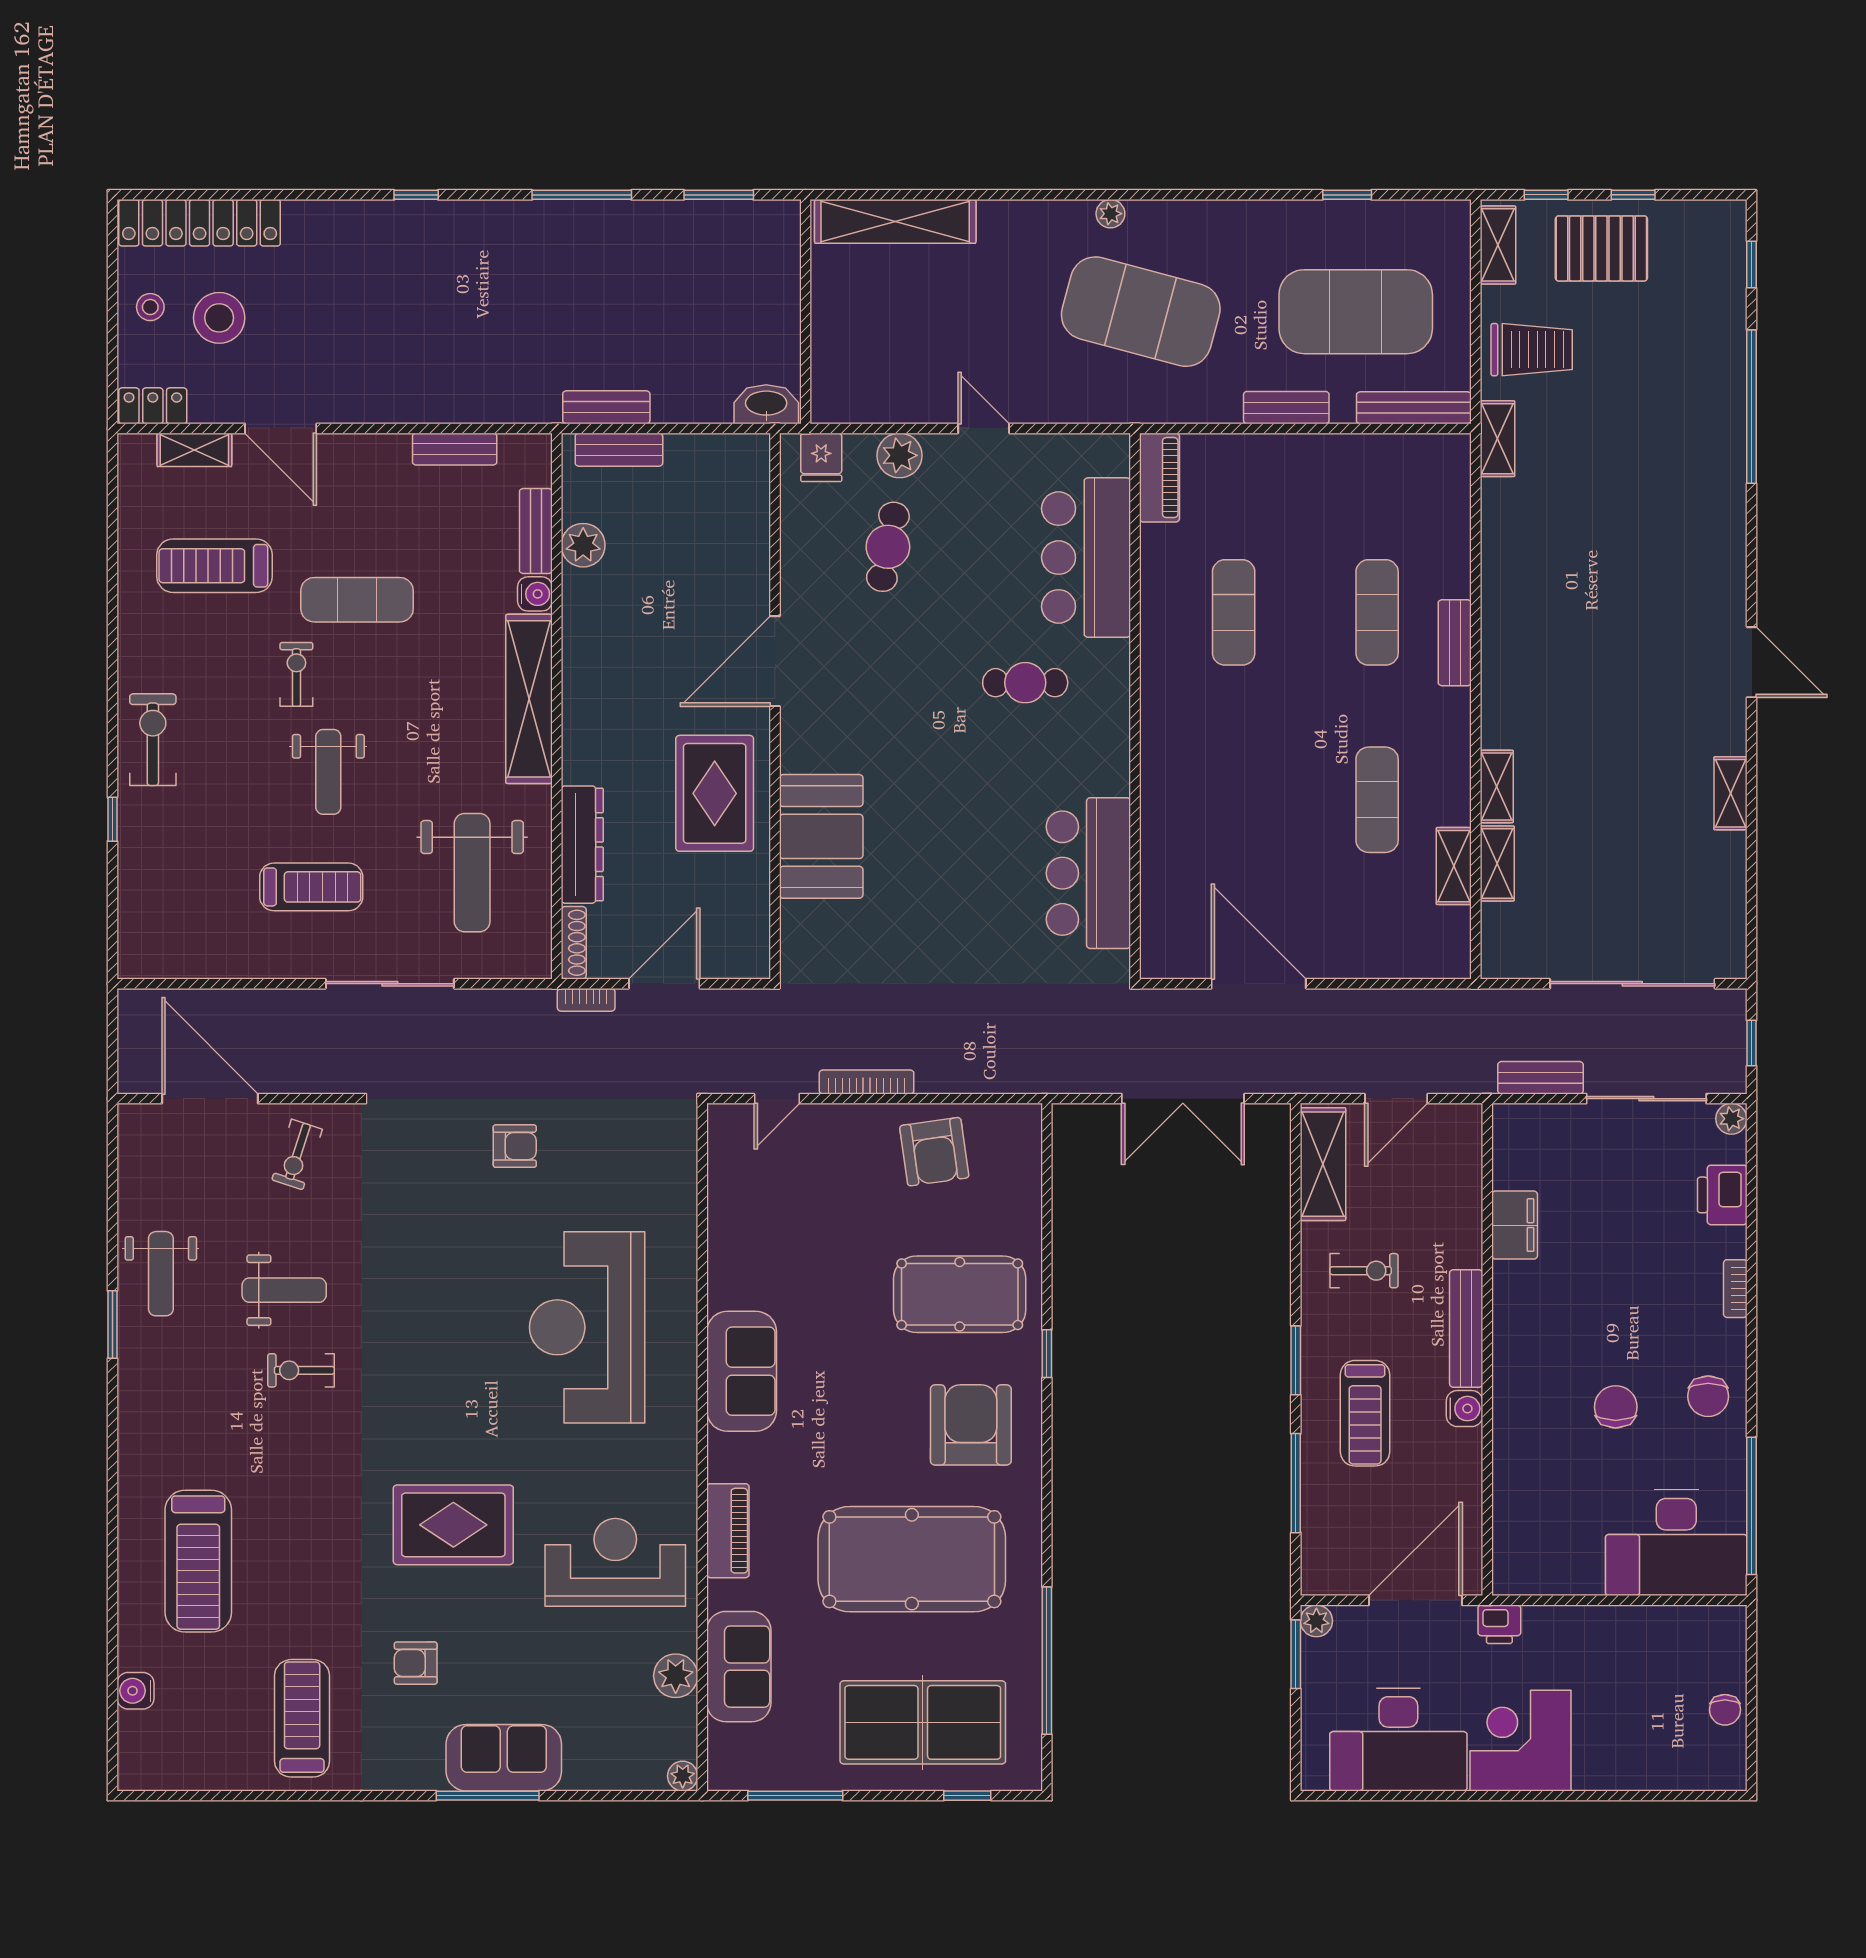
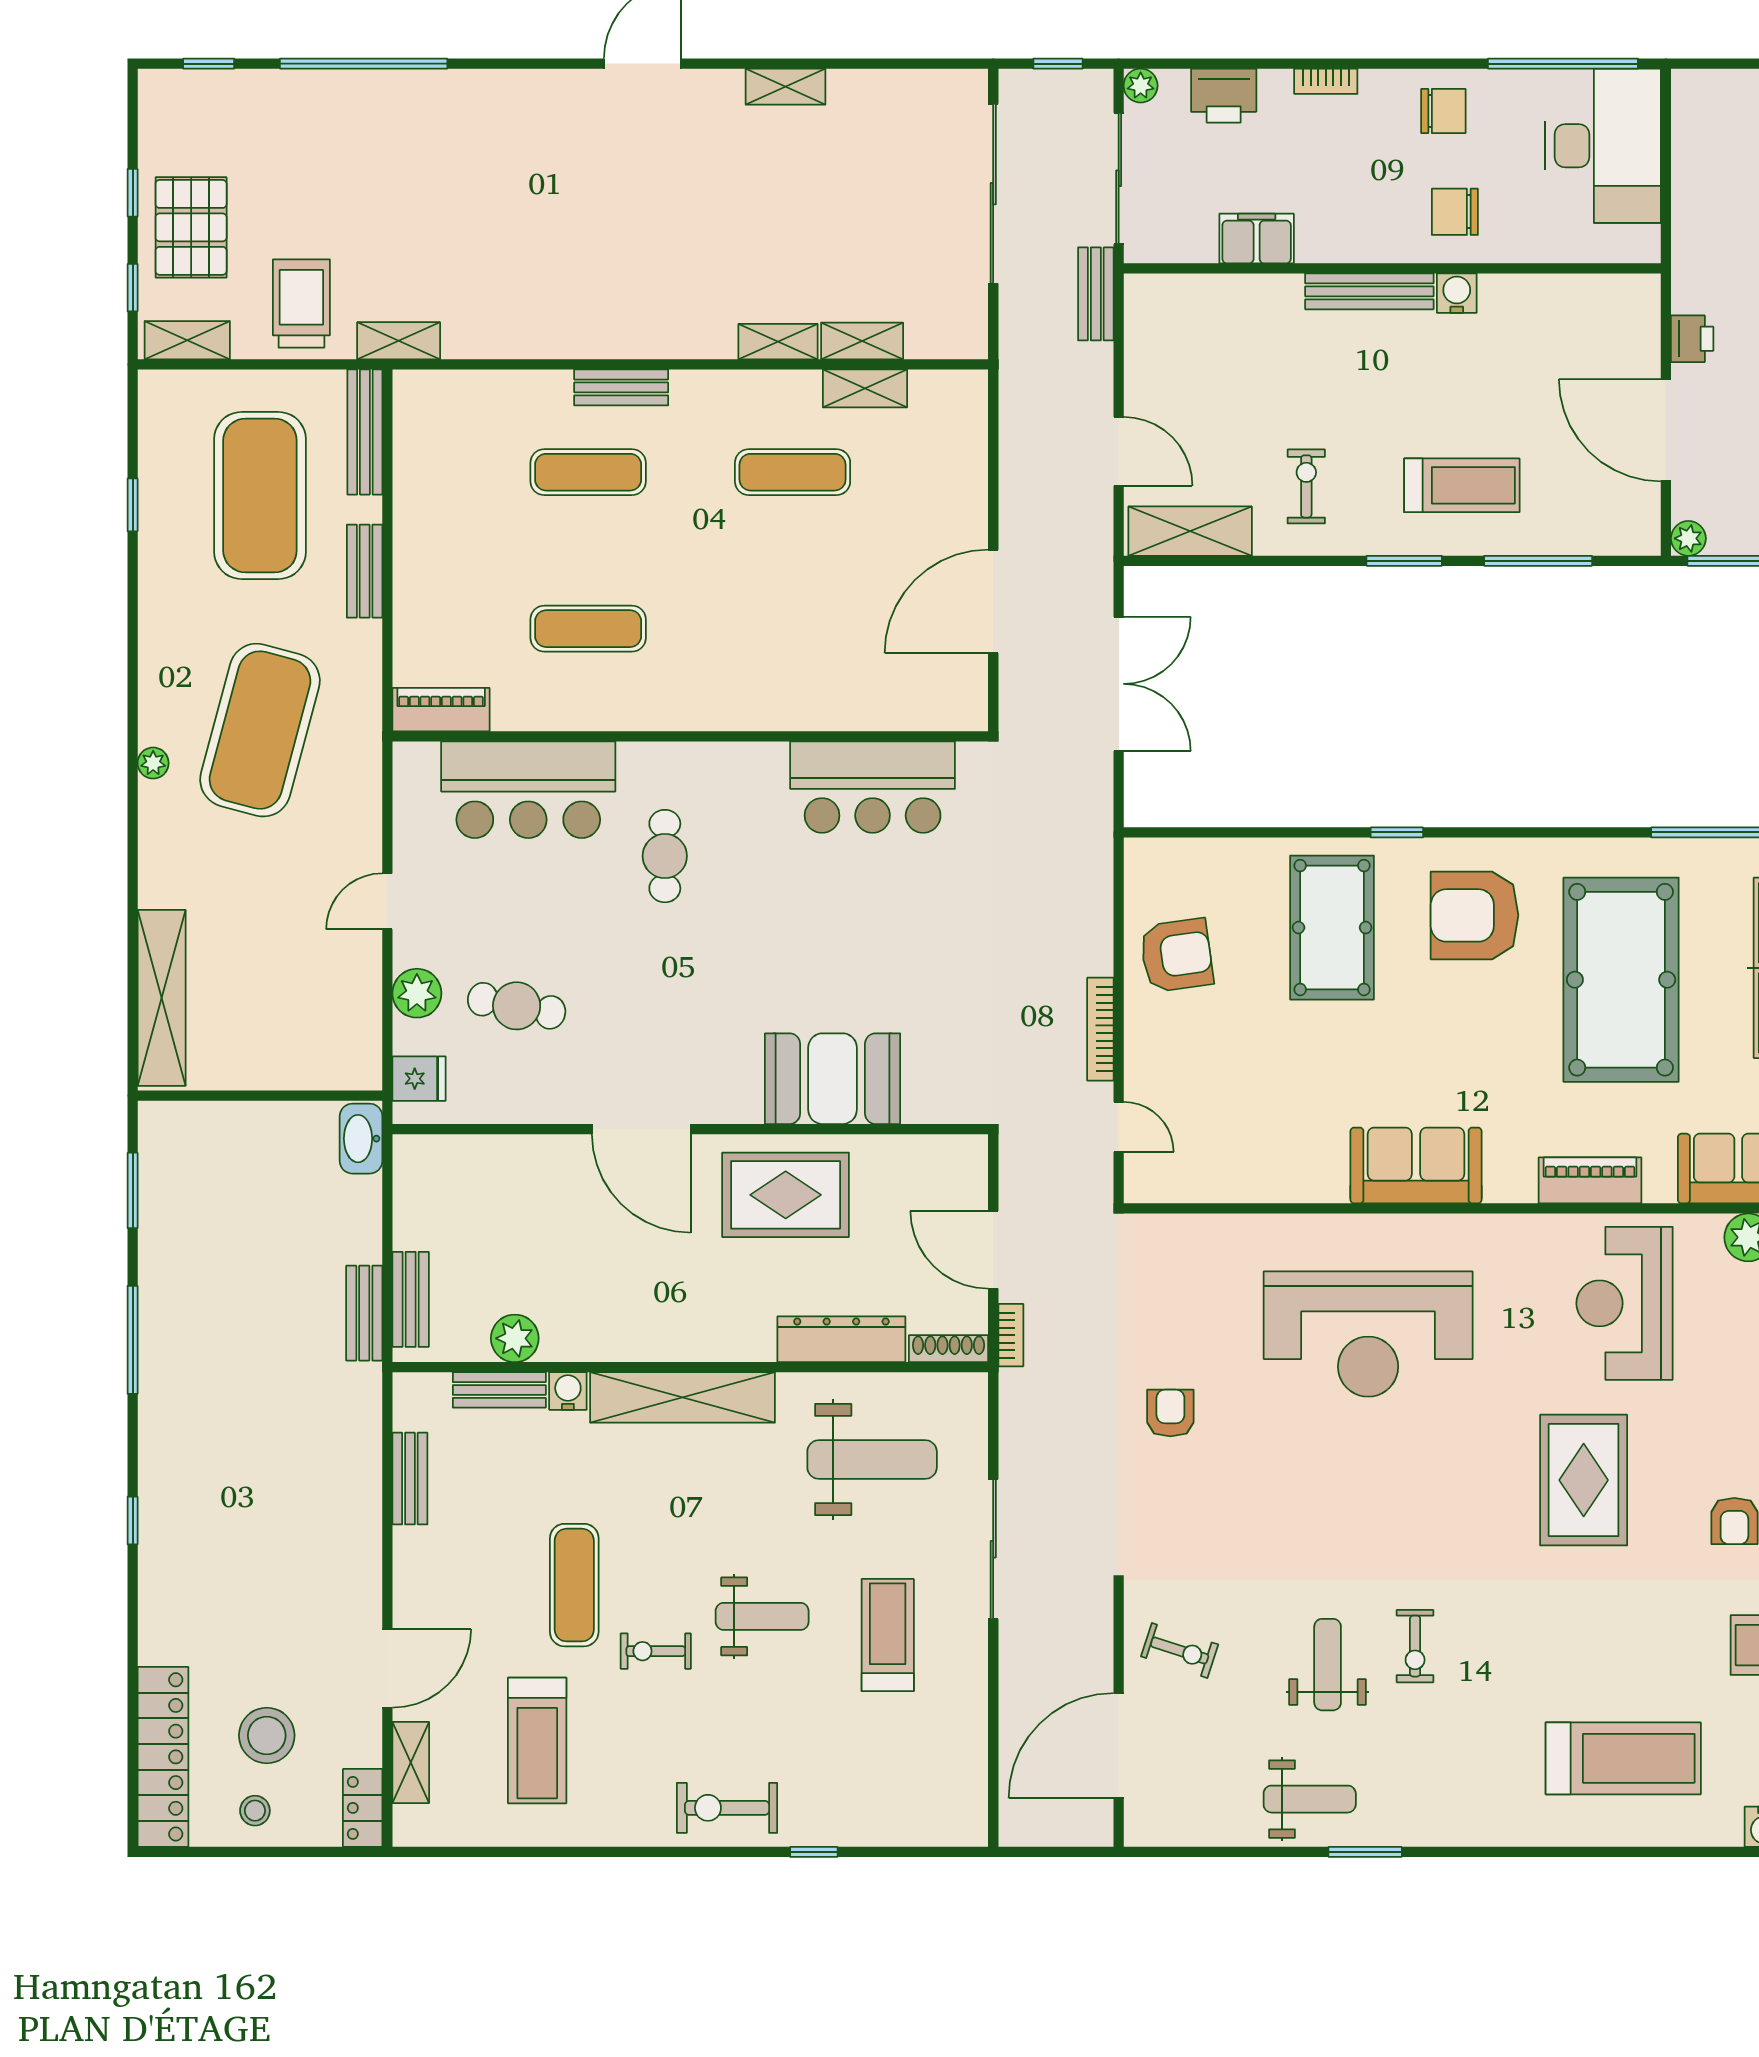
filing cabinet: (1515, 1225) -> (1257, 239), moved
bench: (1466, 1328) -> (1369, 291), moved
wall: (1487, 1349) -> (1392, 268), moved
water cooler: (1465, 1409) -> (1457, 293), moved

